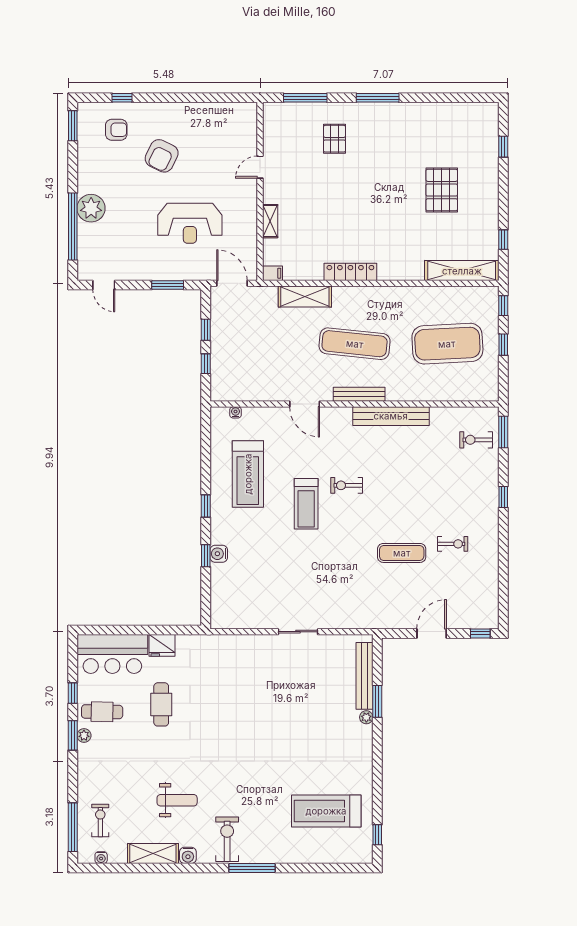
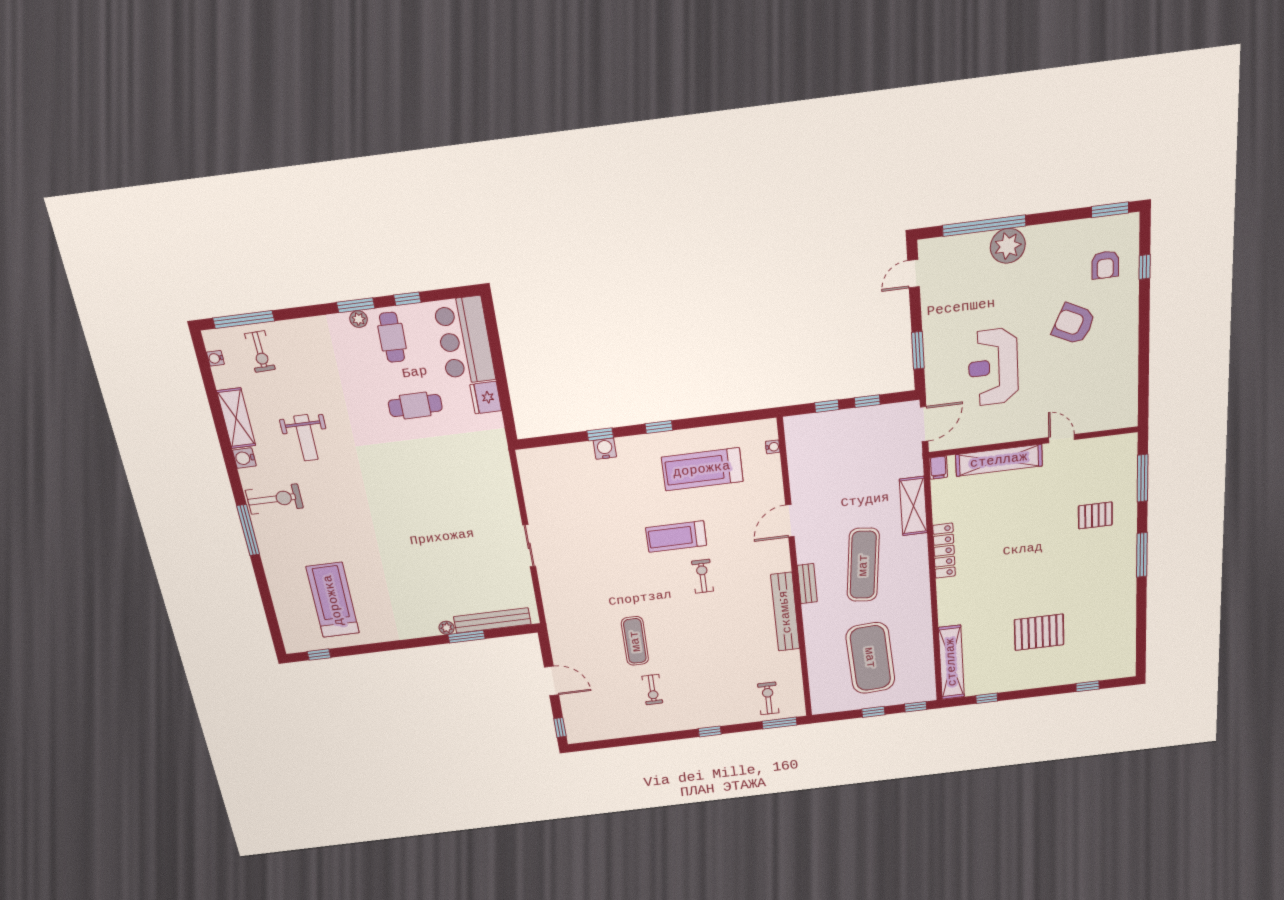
shelving: (270, 221) -> (999, 460), width x2.20, depth x1.33
bench: (359, 394) -> (807, 584), width x0.73
exercise bike: (100, 820) -> (260, 352), turned 88

